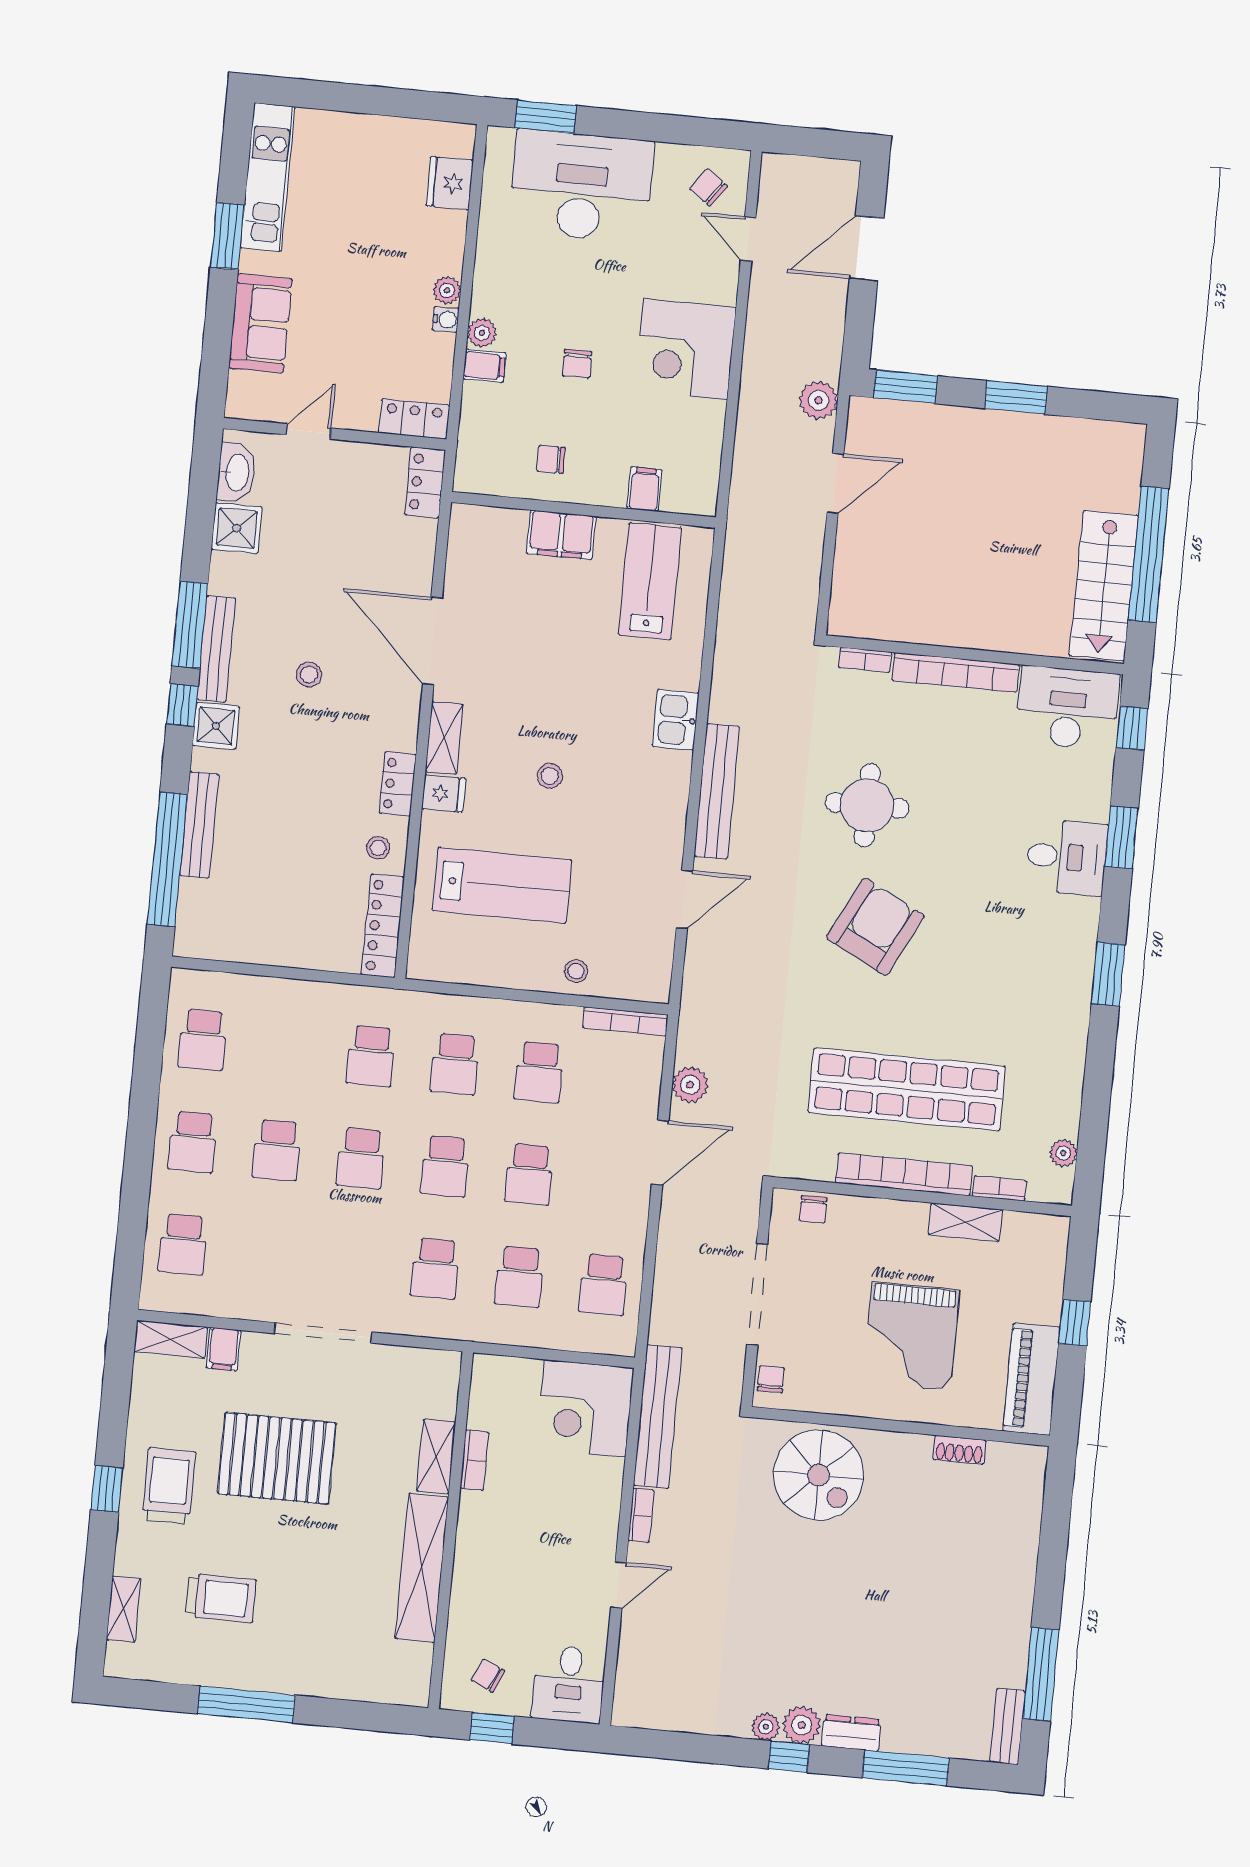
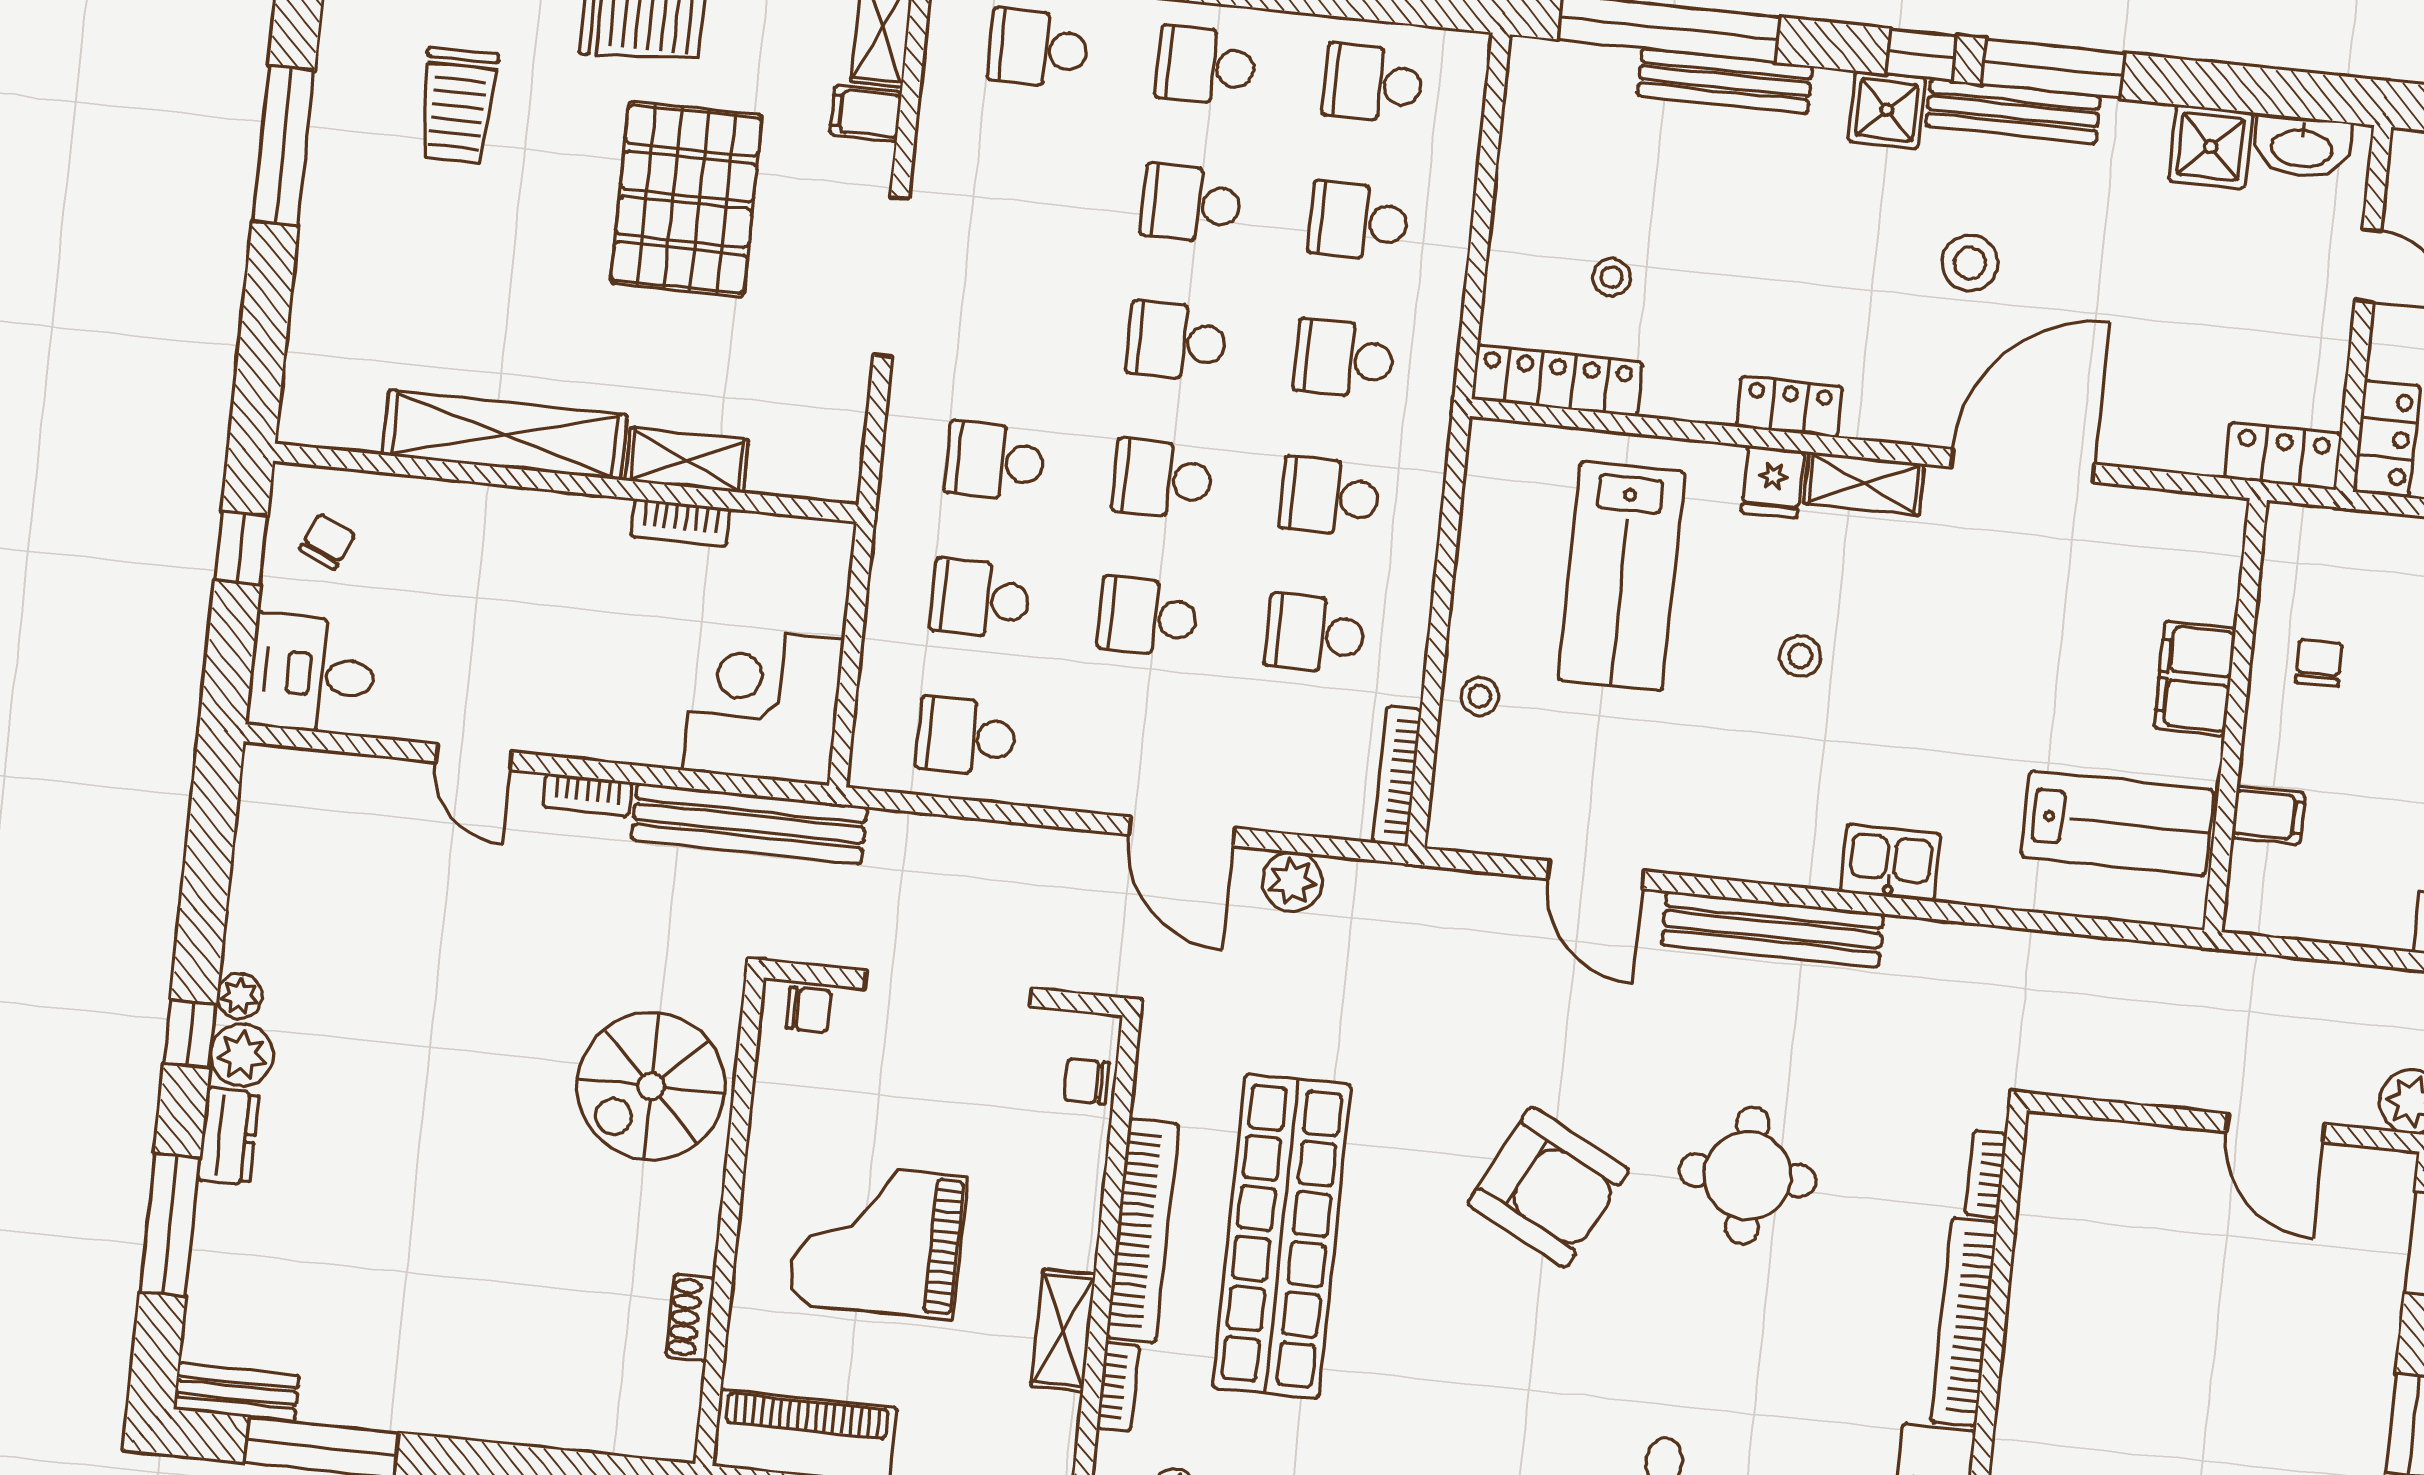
stool: (309, 674) -> (1970, 263), width x1.37, depth x1.37
stool: (378, 848) -> (1612, 277), moved
school desk: (287, 1048) -> (1358, 221), added

